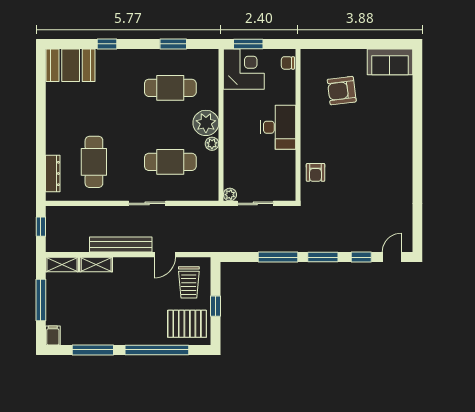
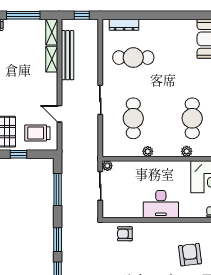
plant: (206, 123) -> (187, 151), moved, width x0.53, depth x0.53
bench: (121, 245) -> (68, 55), moved
window: (278, 257) -> (58, 189), moved

